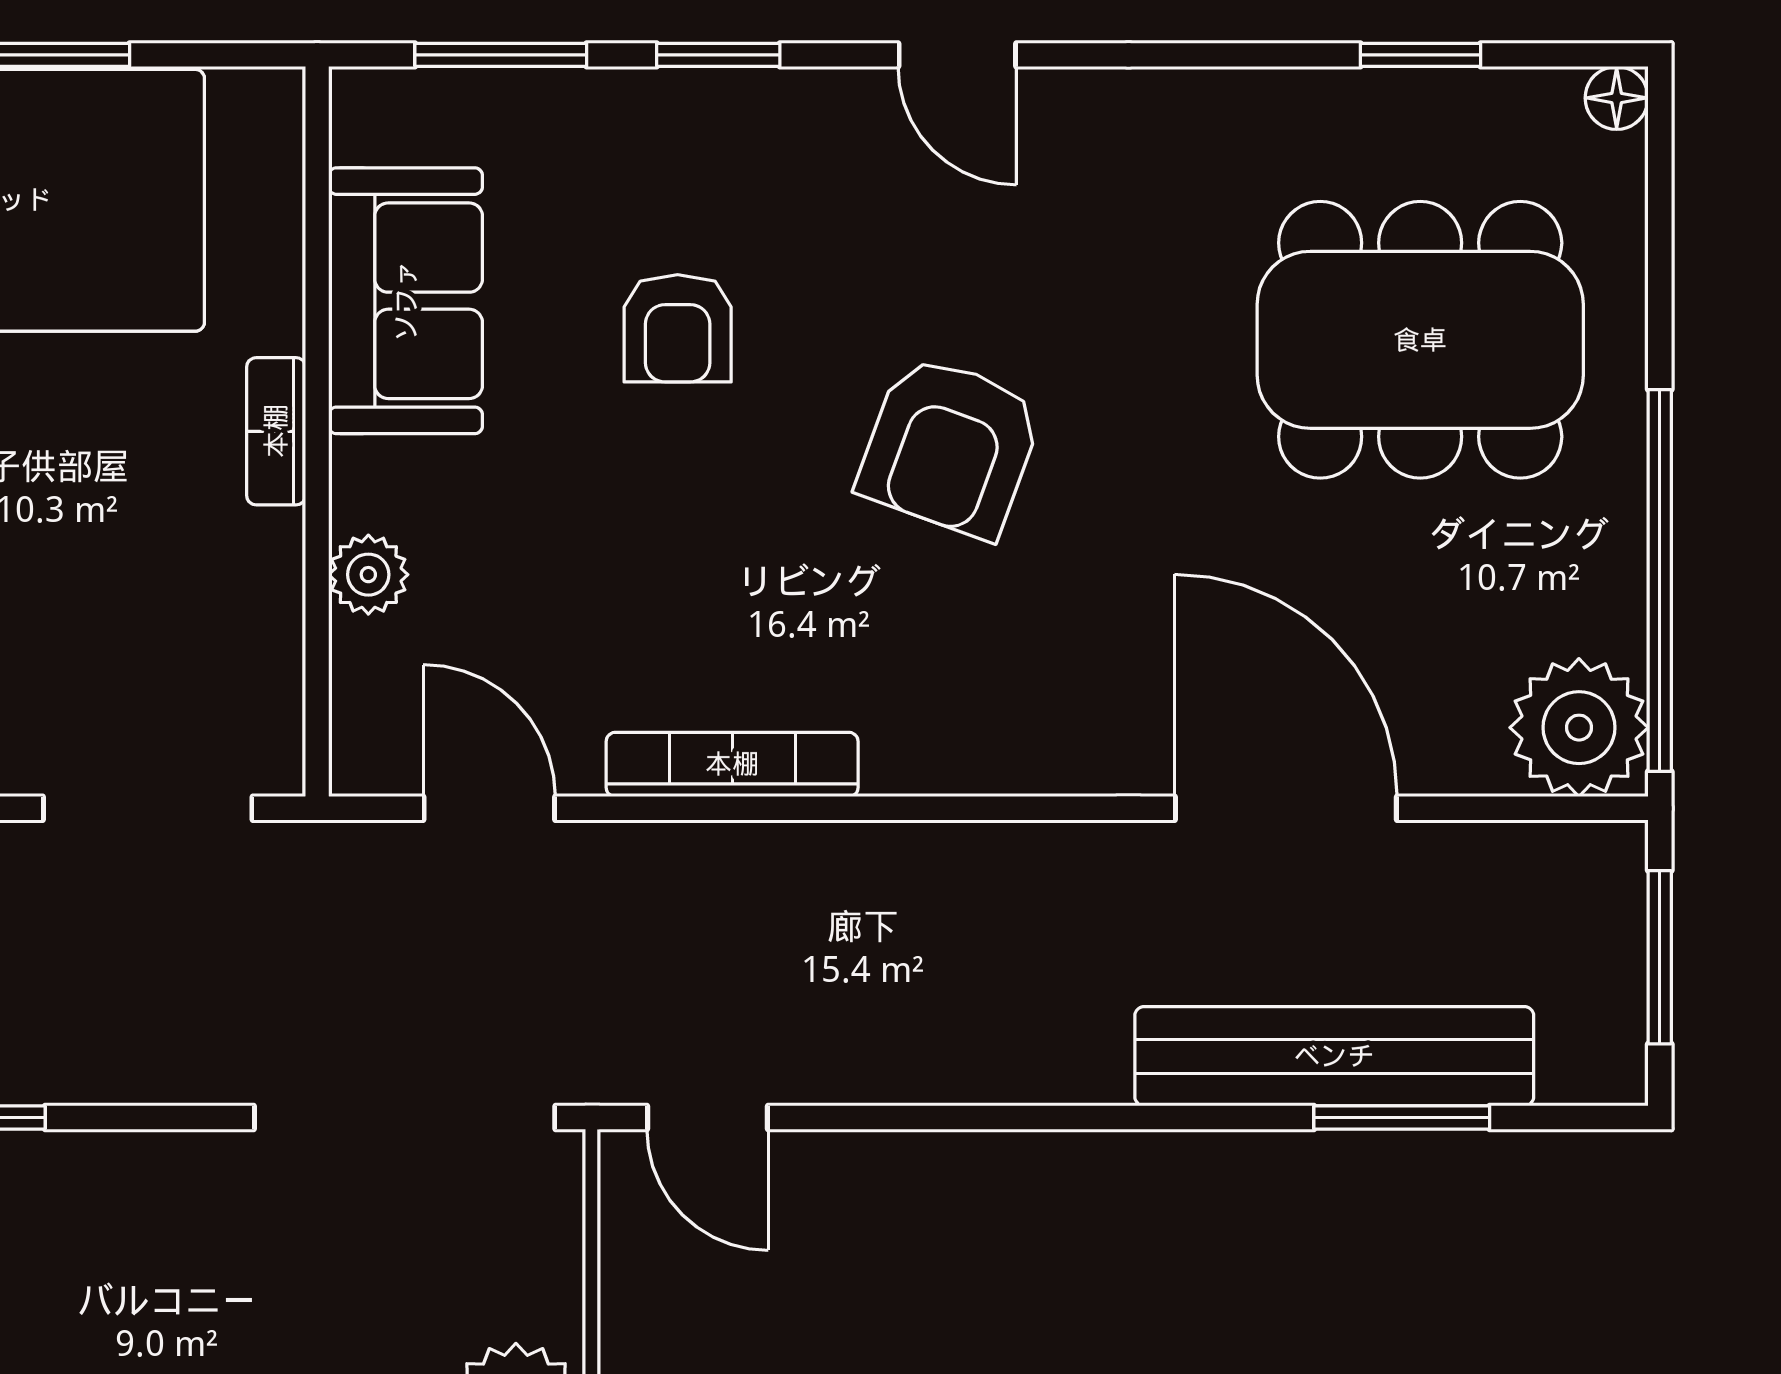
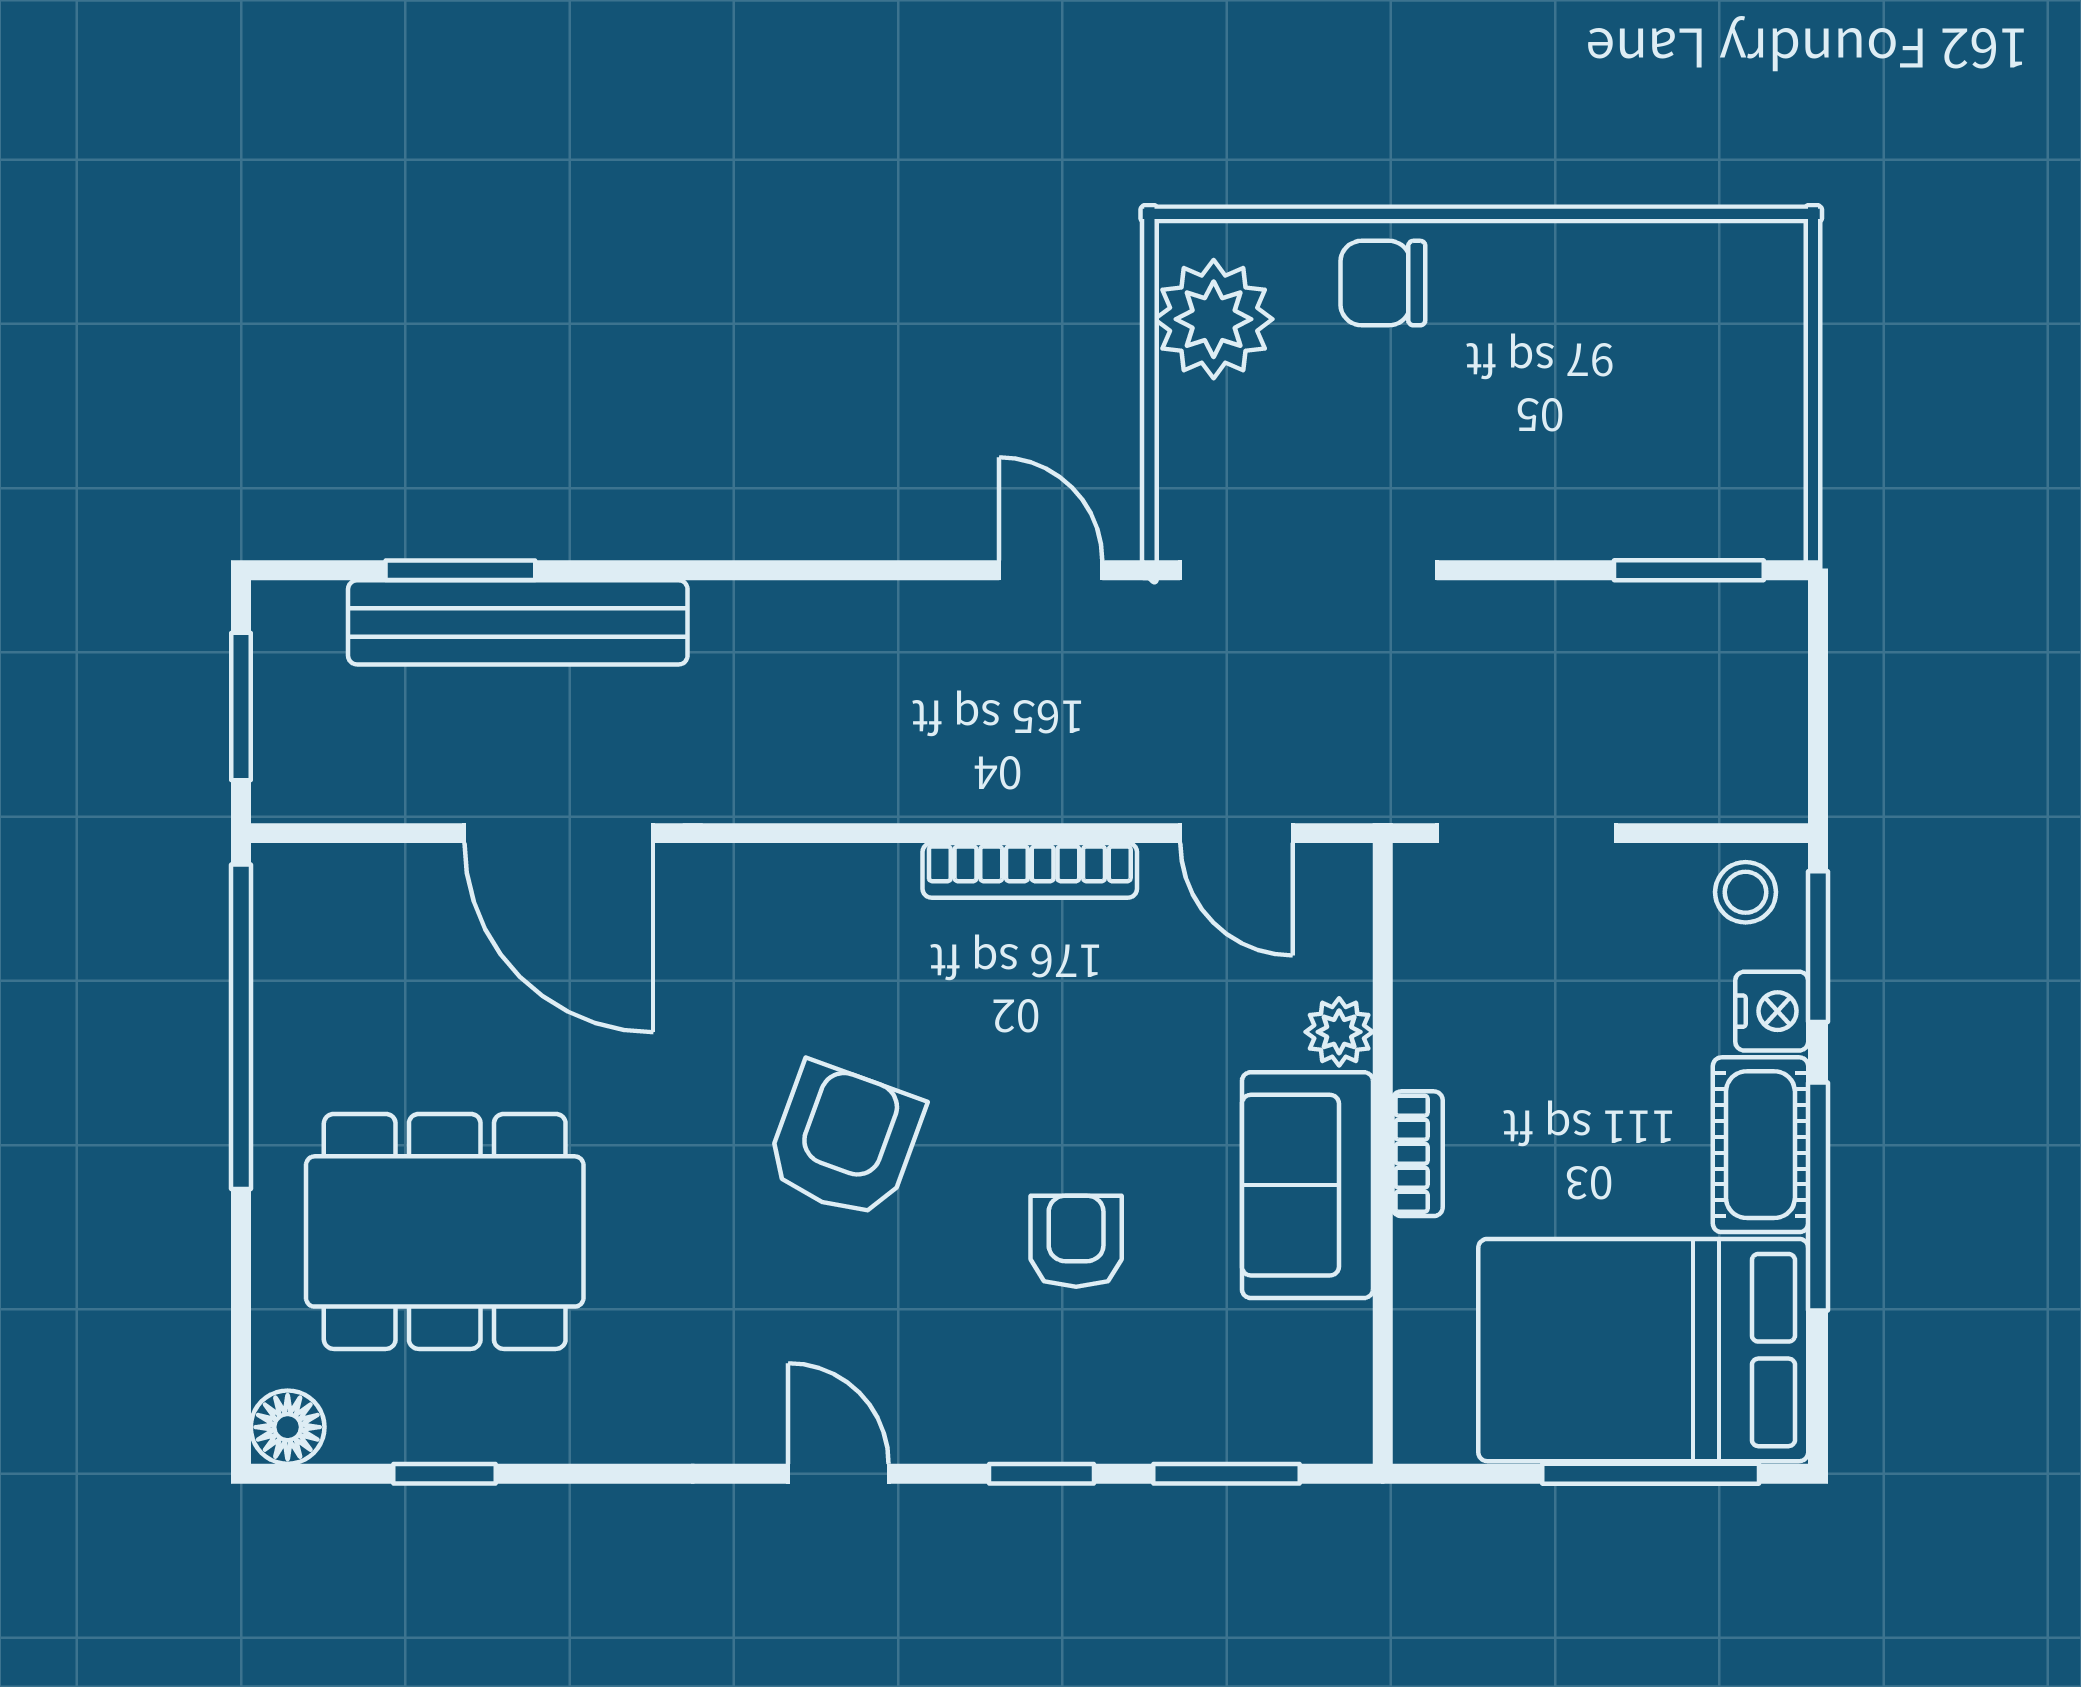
floor lamp: (1617, 98) -> (288, 1427), width x1.37, depth x1.37
sofa: (406, 301) -> (1307, 1185), moved
plant: (1579, 728) -> (310, 902), removed

